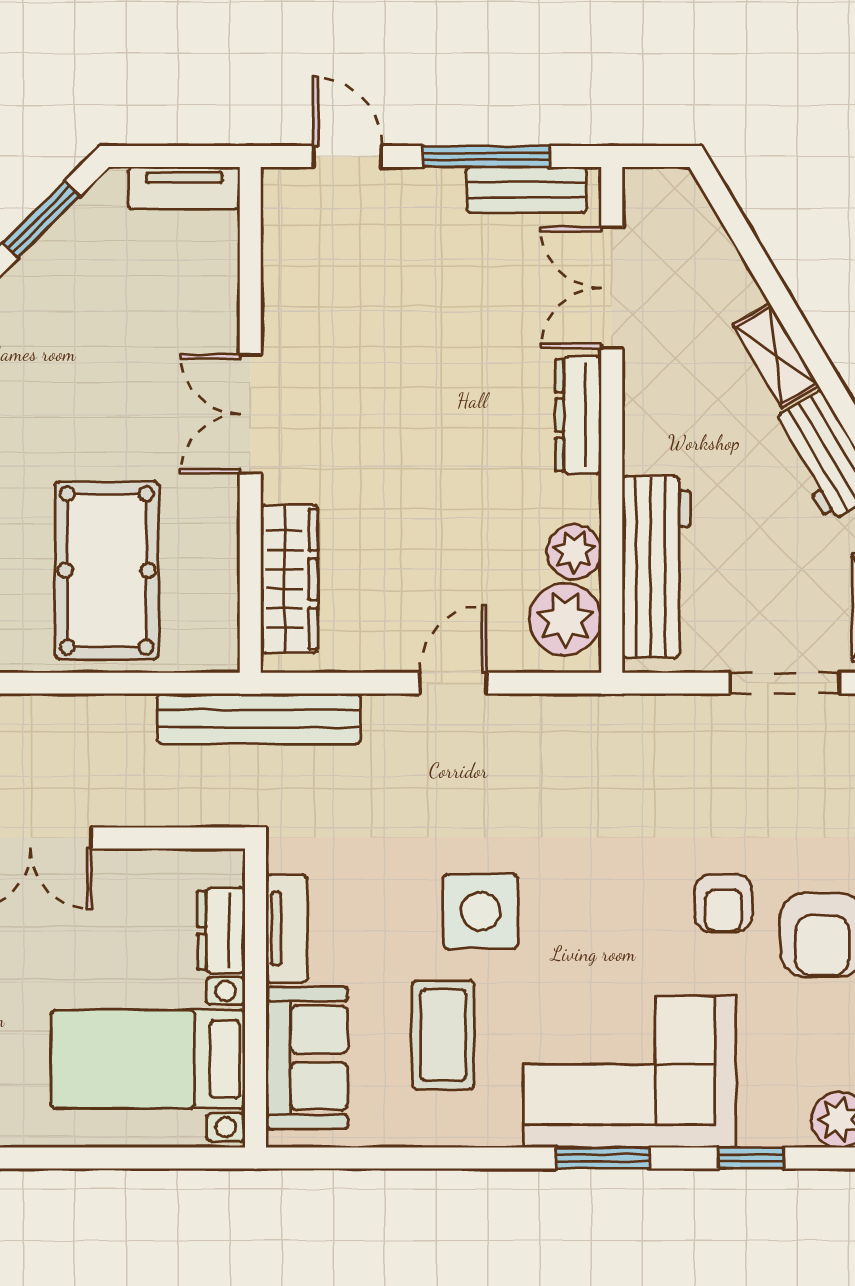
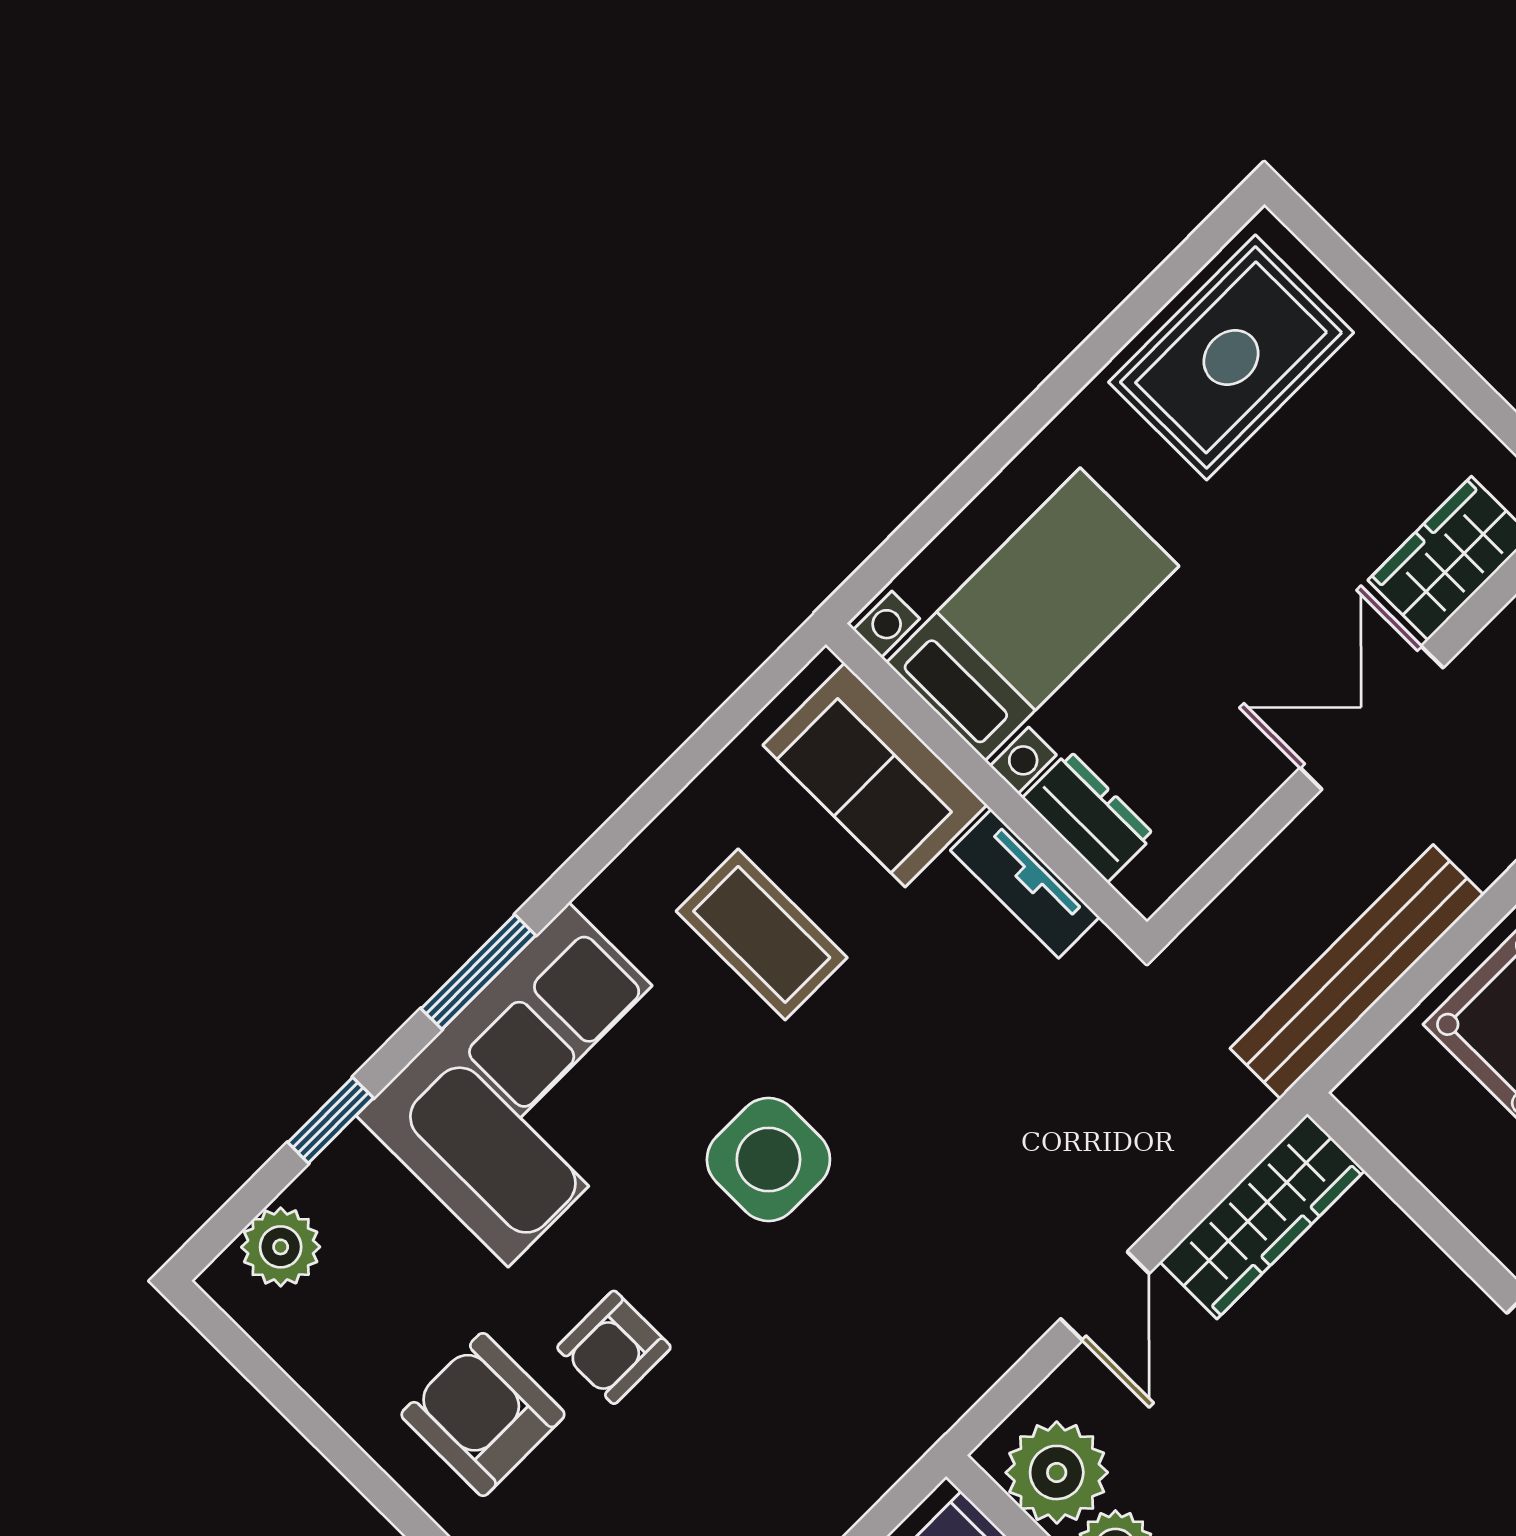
wardrobe: (289, 579) -> (1262, 1216), moved, turned -90
bench: (259, 719) -> (1357, 972), moved
armchair: (723, 903) -> (614, 1347), turned -90
side table: (481, 911) -> (768, 1159), moved

